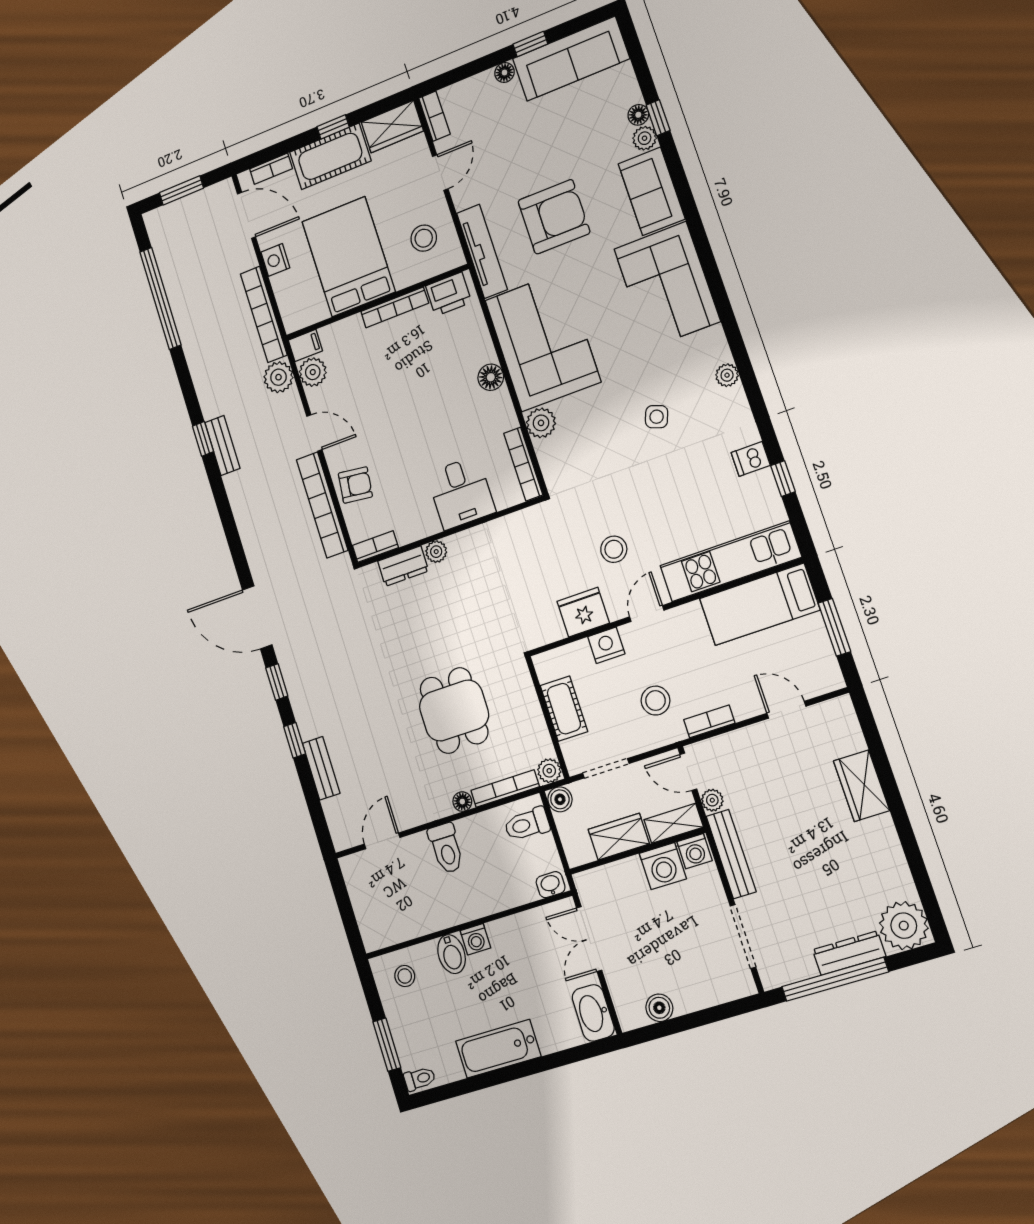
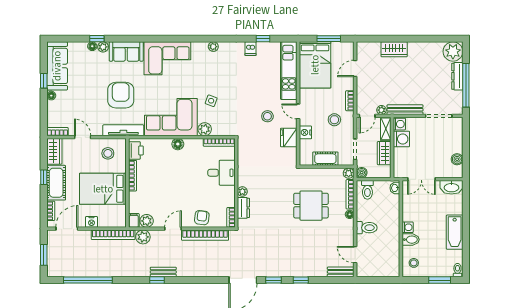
side table: (657, 417) -> (211, 101), moved
bed: (760, 604) -> (315, 65), width x1.50
bench: (321, 768) -> (341, 272), moved

